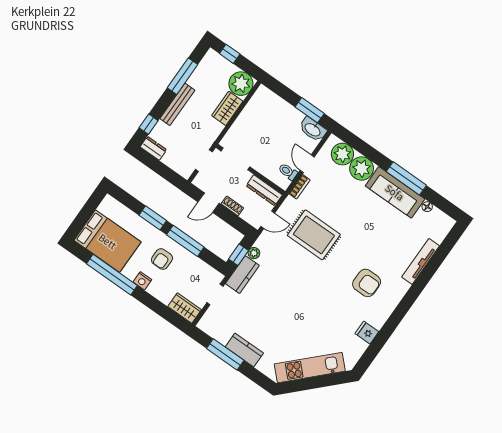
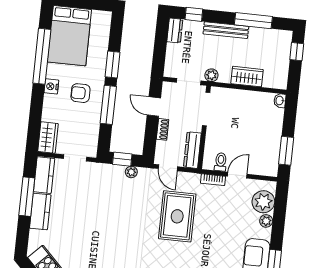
plant: (241, 84) -> (211, 75), moved, width x0.53, depth x0.53
washbasin: (313, 129) -> (280, 101), moved, width x0.52, depth x0.69
plant: (362, 168) -> (266, 221), width x0.53, depth x0.53
kitchen counter: (242, 275) -> (44, 175), moved, turned -90

